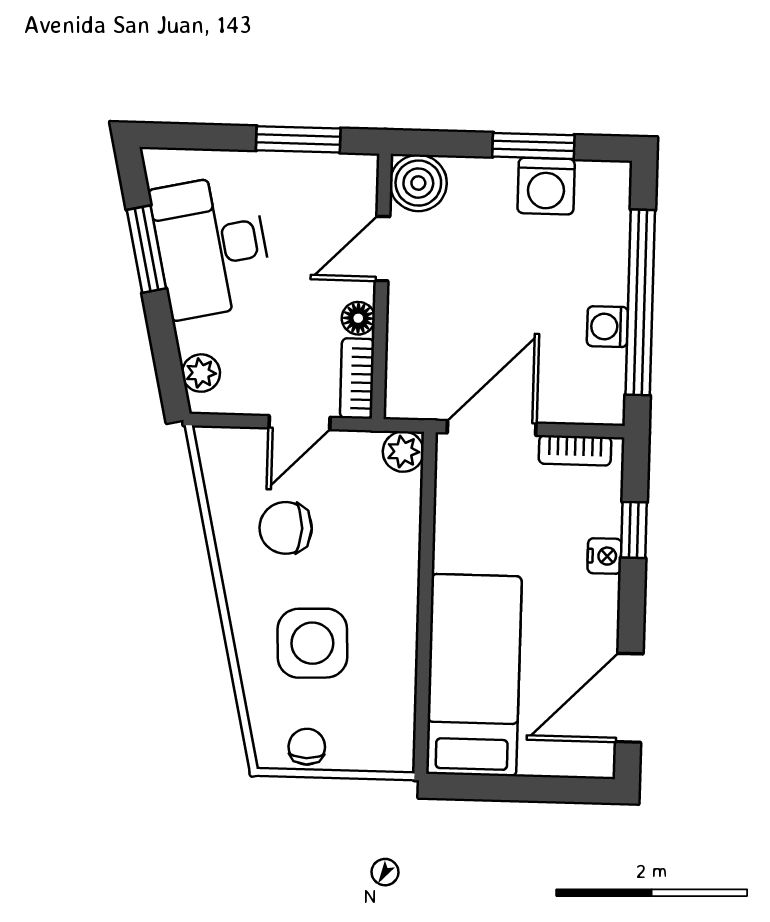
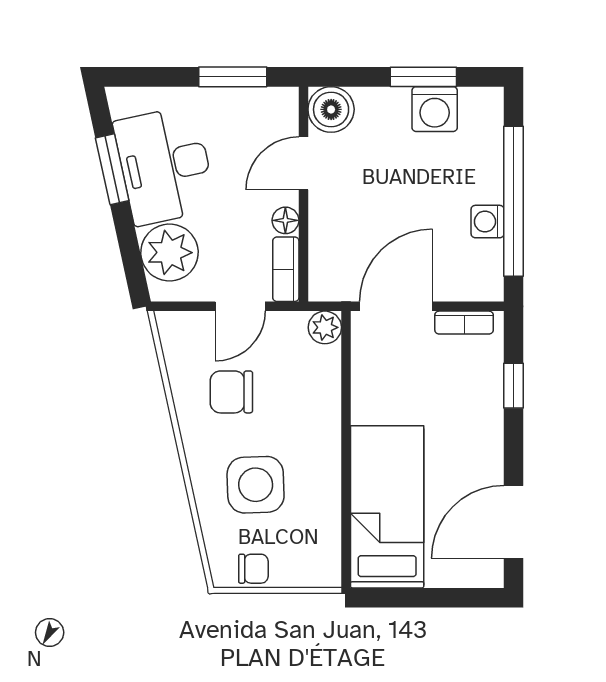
plant: (201, 373) -> (169, 252), width x1.88, depth x1.88
nightstand: (605, 556) -> (490, 407), removed
chair: (307, 747) -> (253, 569), turned 90

